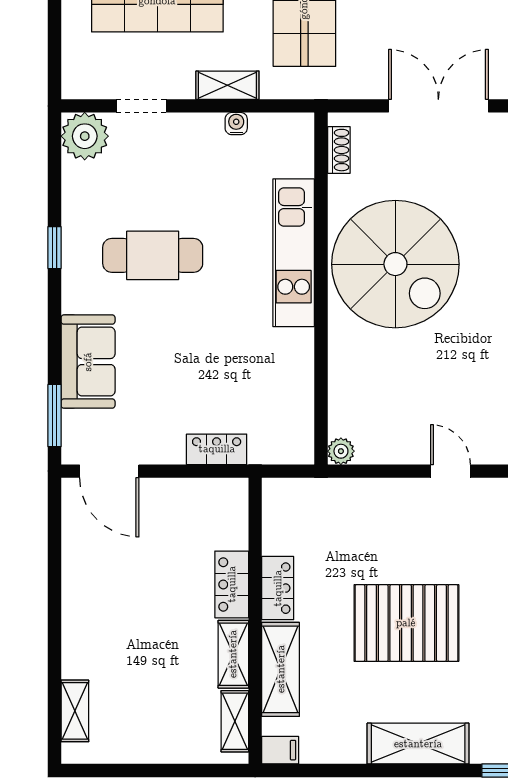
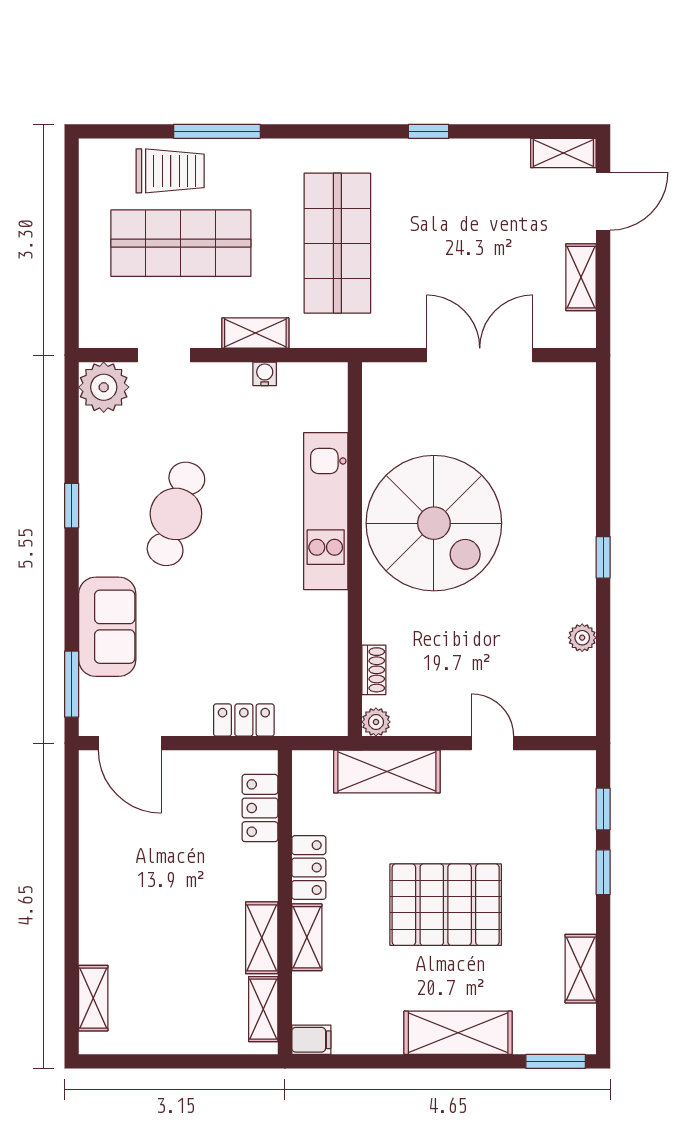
shoe rack: (339, 150) -> (374, 670), moved
cafe table: (153, 255) -> (176, 514), turned -73
shelving: (351, 498) -> (387, 772), added
locker: (232, 584) -> (260, 808), moved
shelving: (281, 669) -> (307, 937), width x0.67, depth x0.75

